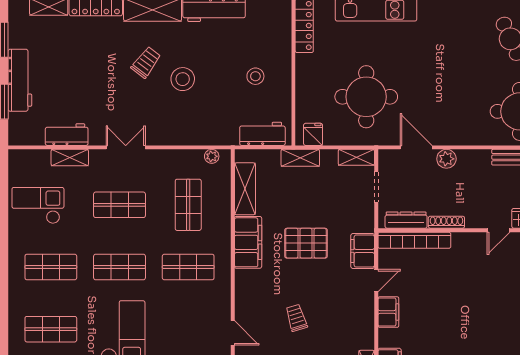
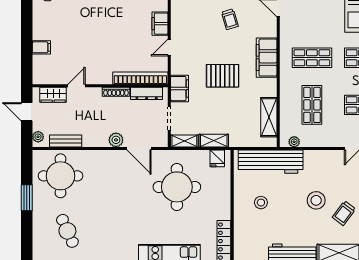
workbench: (262, 134) -> (271, 162), width x1.88, depth x1.32
shelving: (300, 158) -> (214, 141), moved
filing cabinet: (248, 242) -> (267, 58), moved
filing cabinet: (363, 251) -> (180, 89), moved

